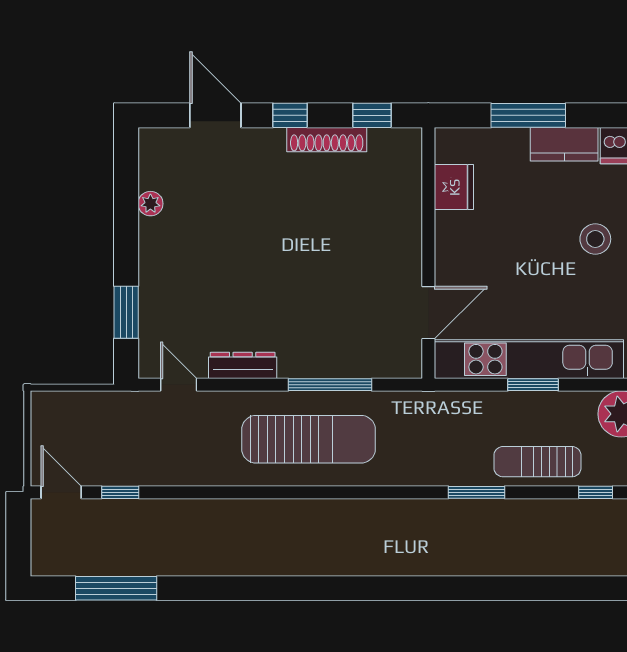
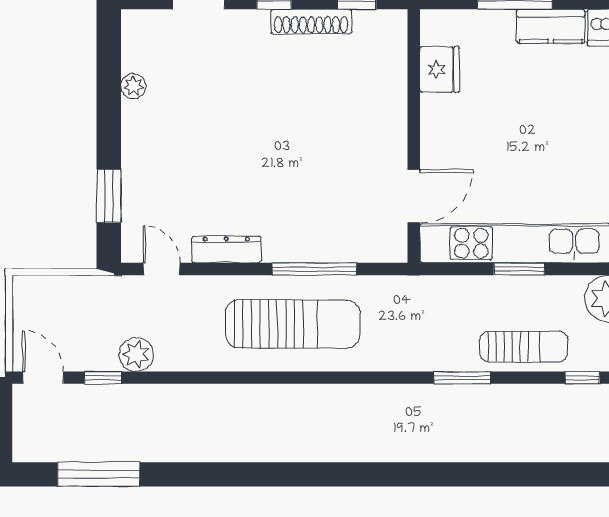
stool: (595, 239) -> (582, 122), removed
sun lounger: (537, 462) -> (524, 347), turned 180
plant: (153, 470) -> (136, 355), added

